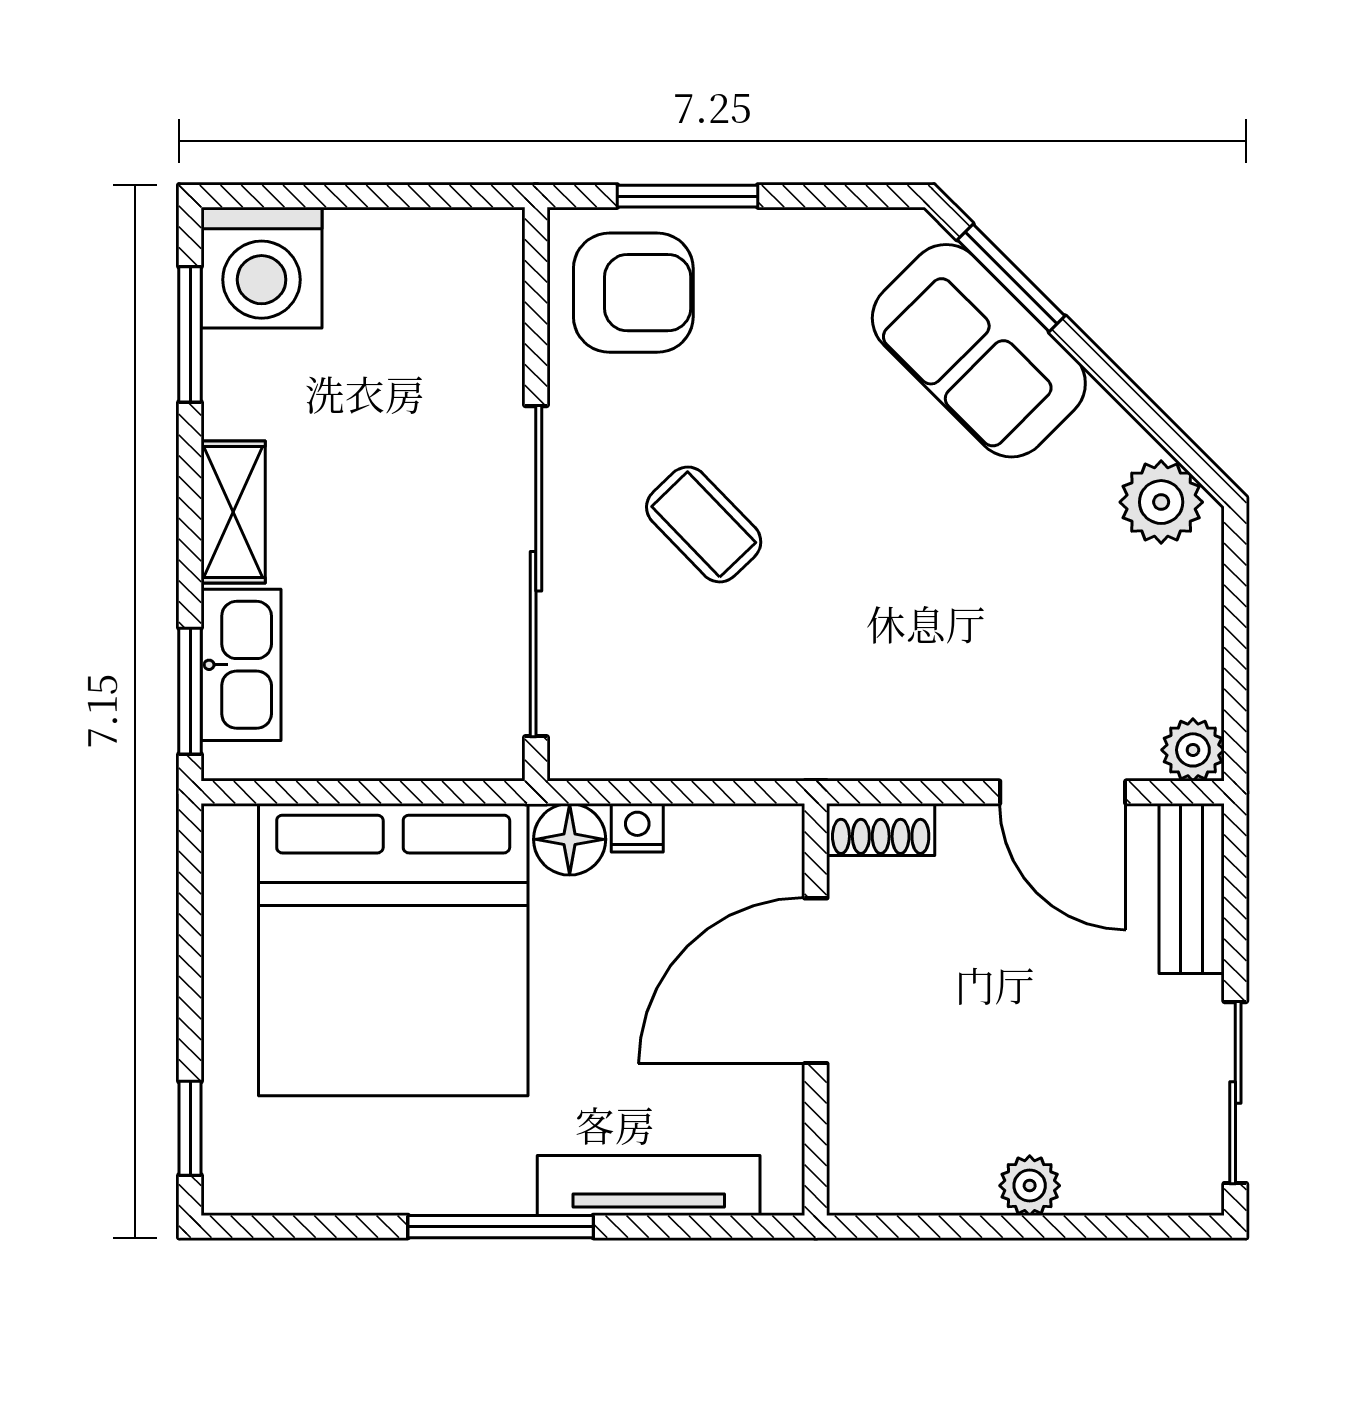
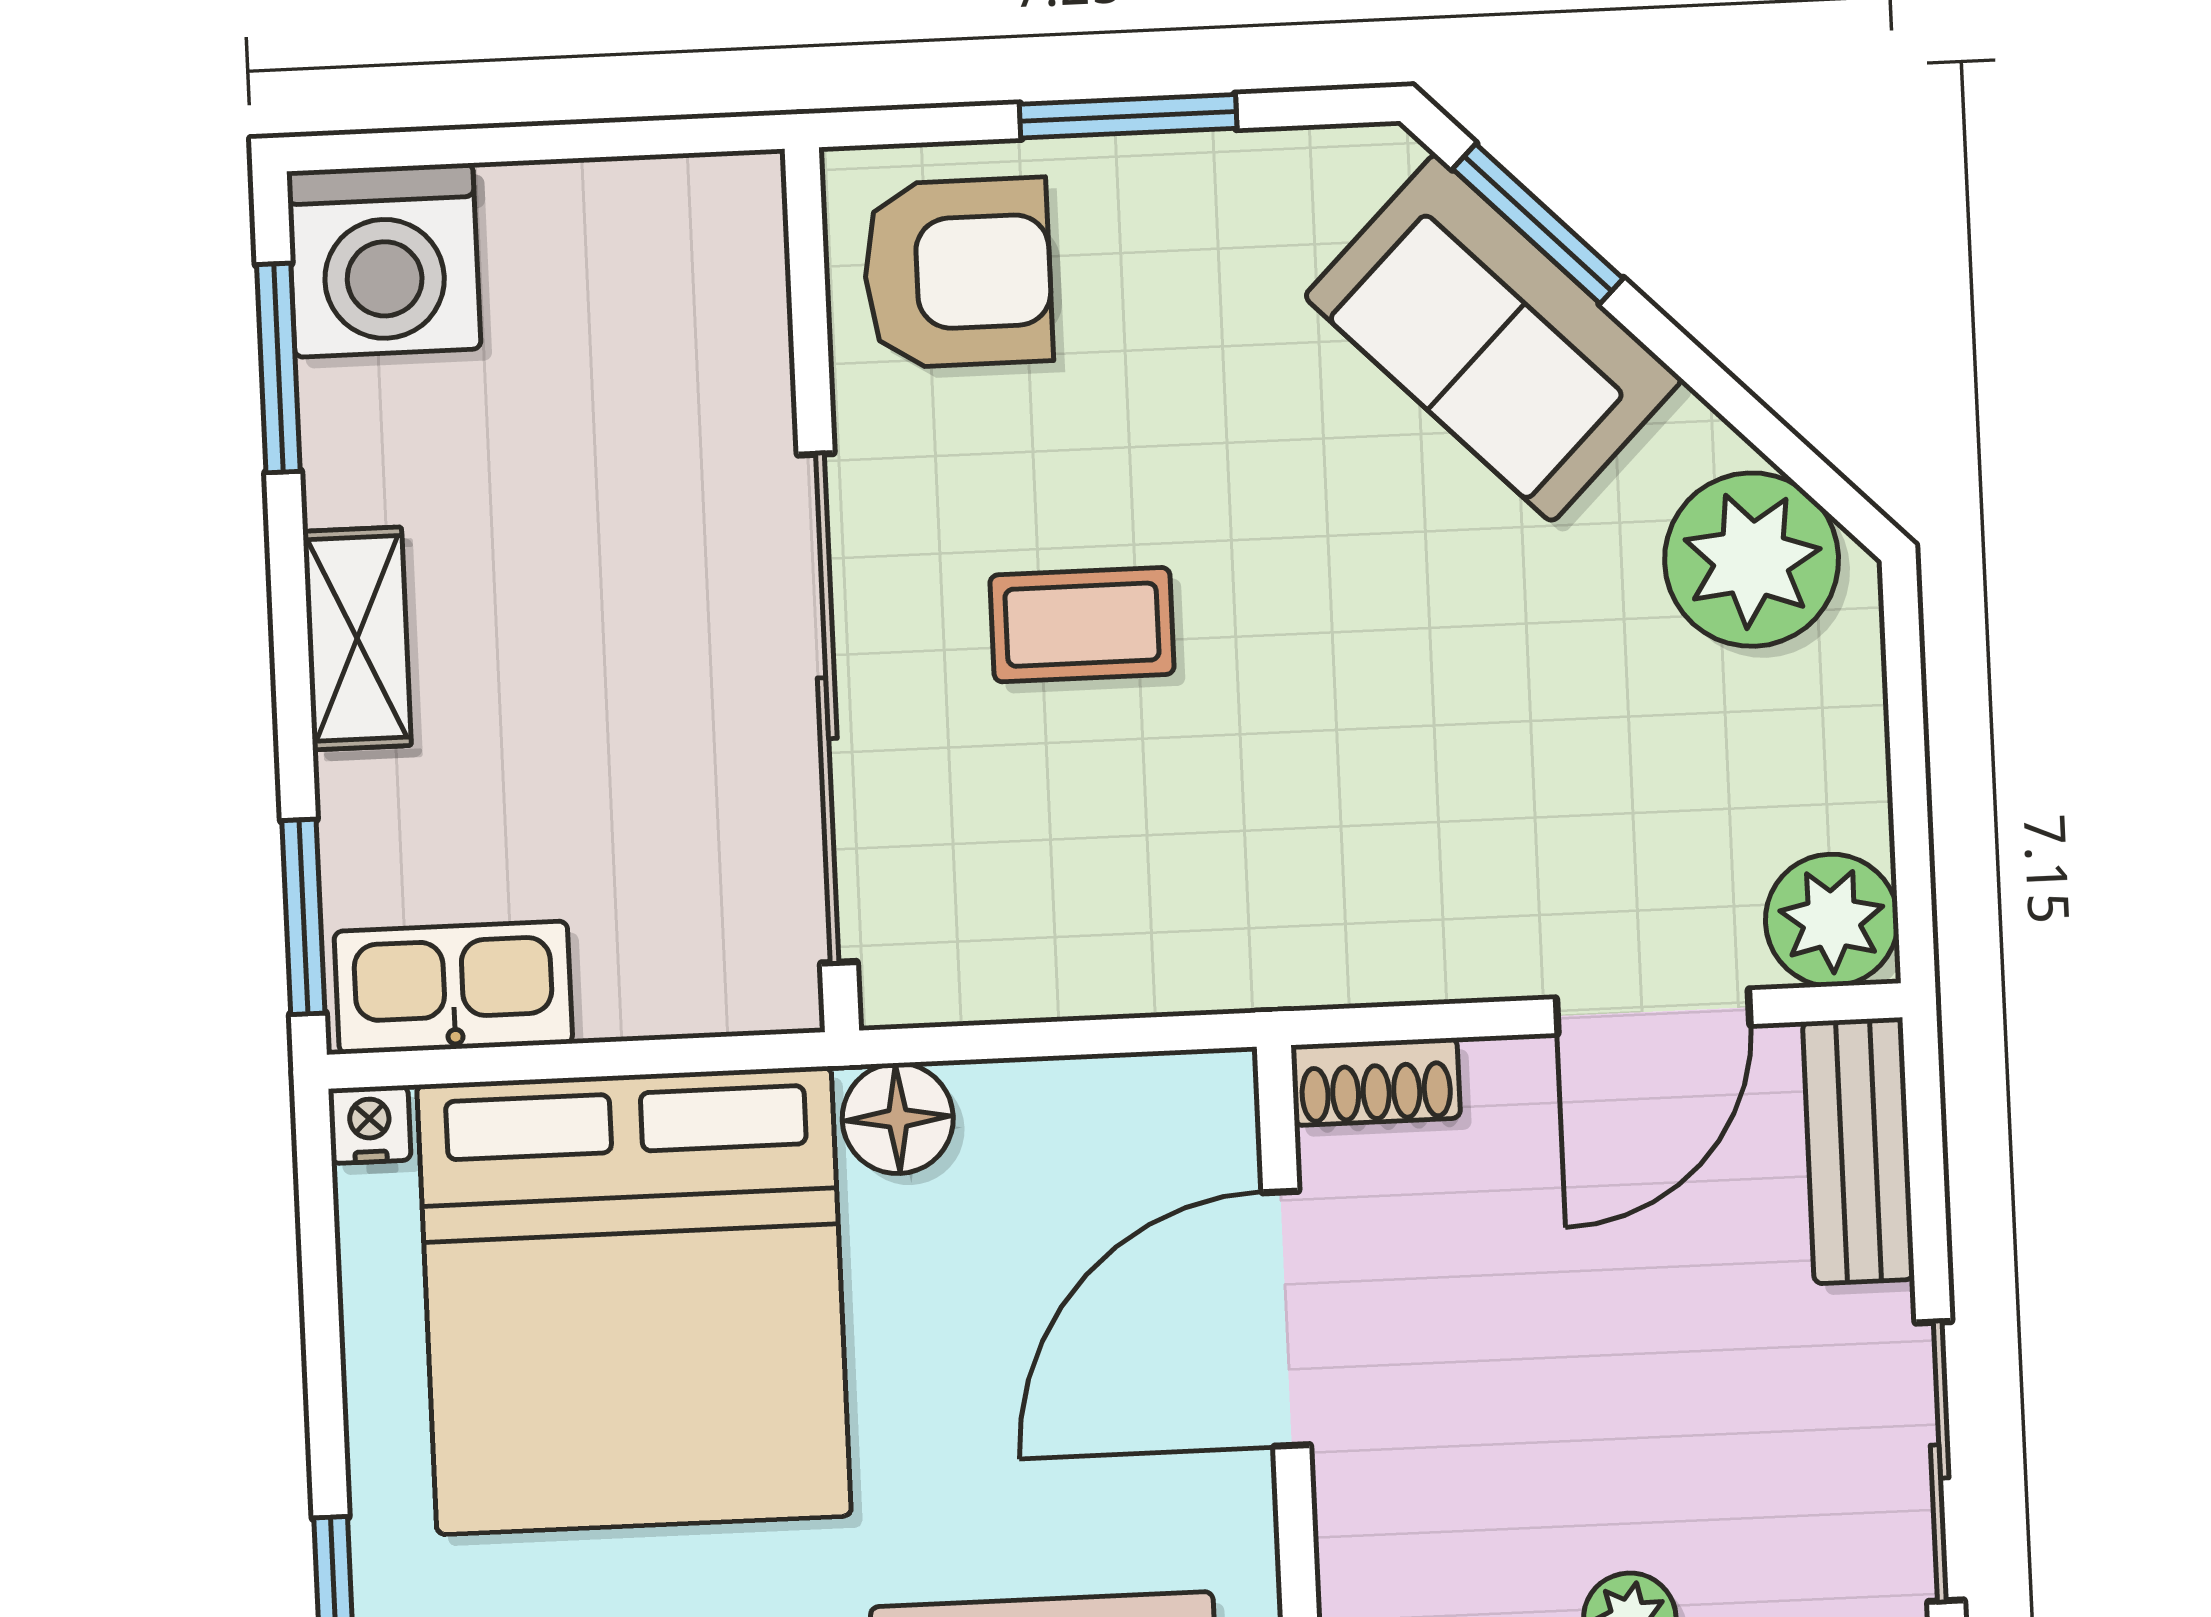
window: (687, 196) -> (1128, 116), moved
plant: (1161, 502) -> (1752, 560), width x1.36, depth x1.36
coffee table: (704, 524) -> (1082, 625), turned -46
kitchen sink: (241, 665) -> (453, 988), moved, turned -90
plant: (1193, 750) -> (1832, 920), width x1.38, depth x1.38
door: (1063, 792) -> (1653, 1012), hinge flipped
nightstand: (637, 828) -> (370, 1125), moved

